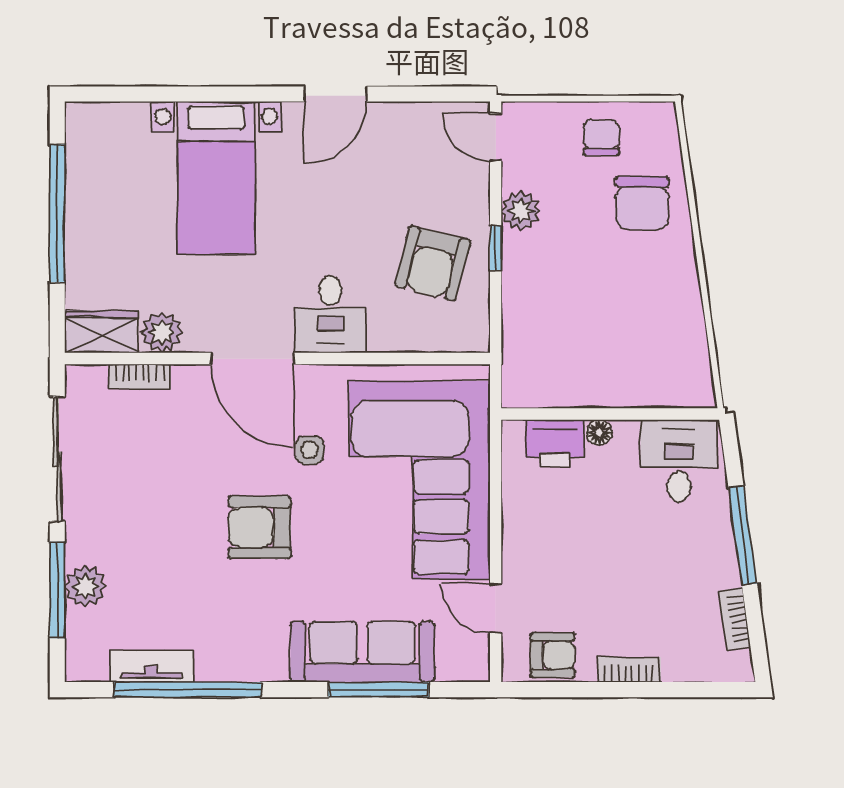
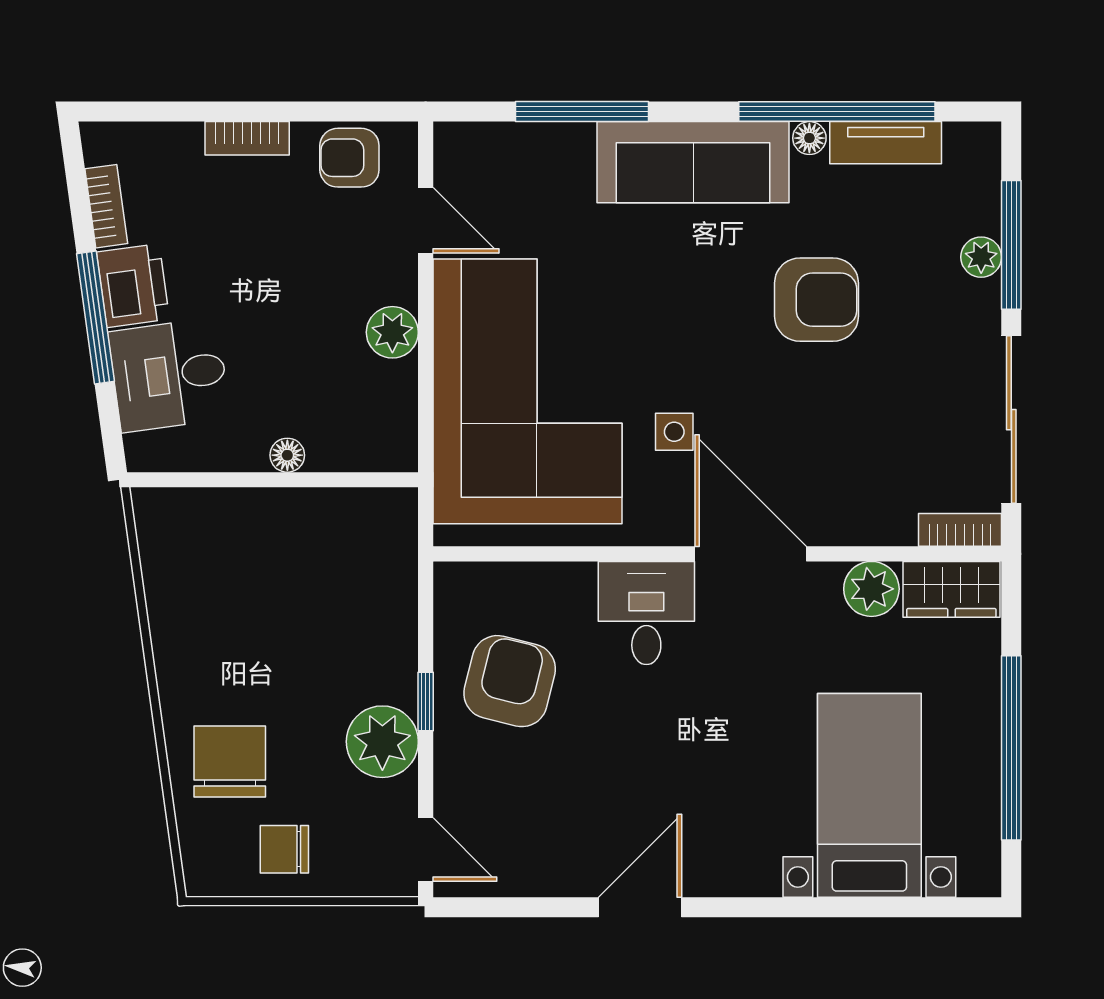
chair: (601, 137) -> (284, 849), turned 90
bed with nightstands: (216, 178) -> (869, 795), moved
plant: (521, 211) -> (382, 742), width x1.36, depth x1.36
bookcase: (140, 376) -> (960, 530), moved
printer: (555, 443) -> (133, 286), moved, turned 82
desk: (679, 461) -> (169, 375), moved, turned 82
plant: (520, 524) -> (392, 332), added
armchair: (260, 527) -> (816, 300), moved
plant: (85, 586) -> (981, 257), width x0.73, depth x0.73
sofa: (362, 652) -> (693, 162), moved
floor lamp: (208, 670) -> (809, 138), added

